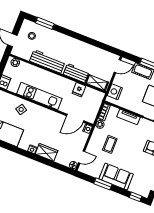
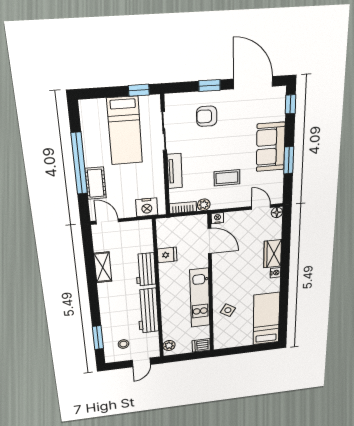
shelving: (97, 83) -> (103, 267), moved

